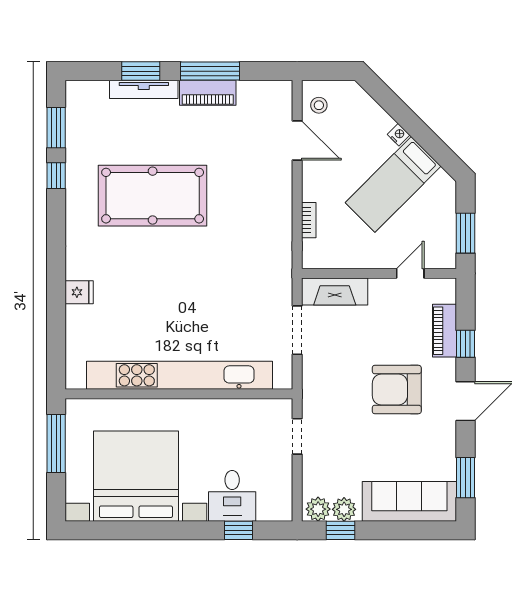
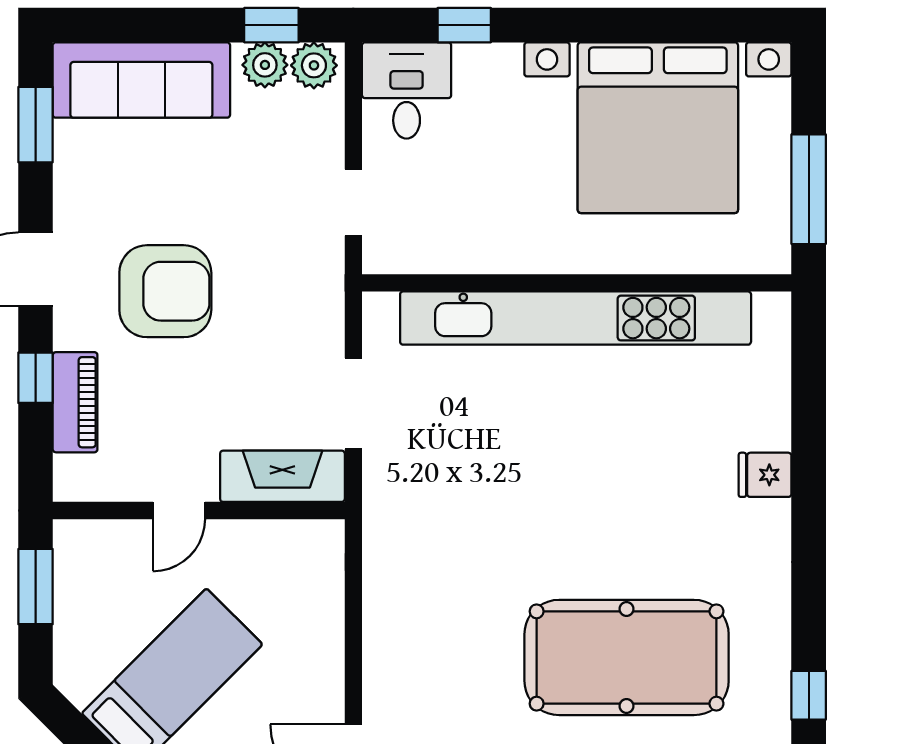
bookcase: (309, 220) -> (331, 611), removed
door: (410, 273) -> (179, 510), moved
desk: (232, 496) -> (407, 90), moved

